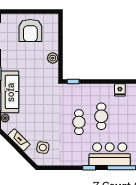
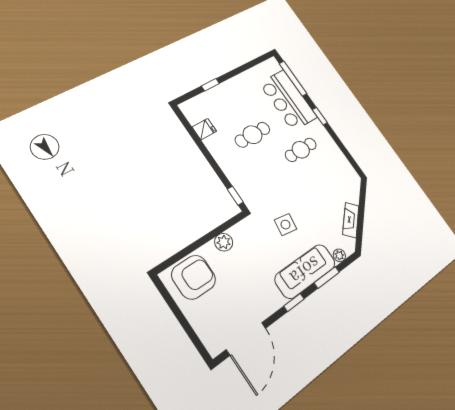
armchair: (30, 31) -> (194, 277), moved
cafe table: (79, 122) -> (301, 150), moved
side table: (43, 148) -> (285, 225), moved

